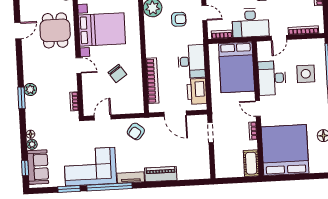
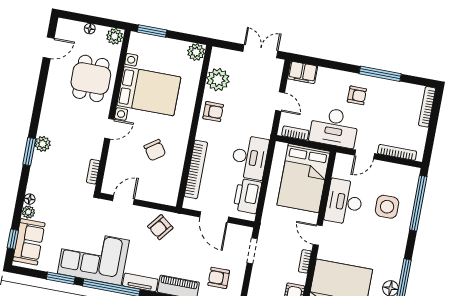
armchair: (179, 19) -> (213, 112), moved
door: (18, 31) -> (49, 48), moved
door: (79, 65) -> (109, 129), hinge flipped
armchair: (190, 160) -> (219, 278), added

